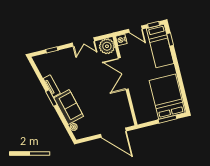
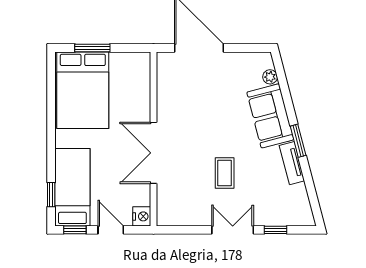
double door: (83, 42) -> (233, 230), moved
plant: (107, 46) -> (171, 211), removed
coffee table: (85, 72) -> (225, 173), added
double door: (123, 74) -> (154, 153), swing flipped

